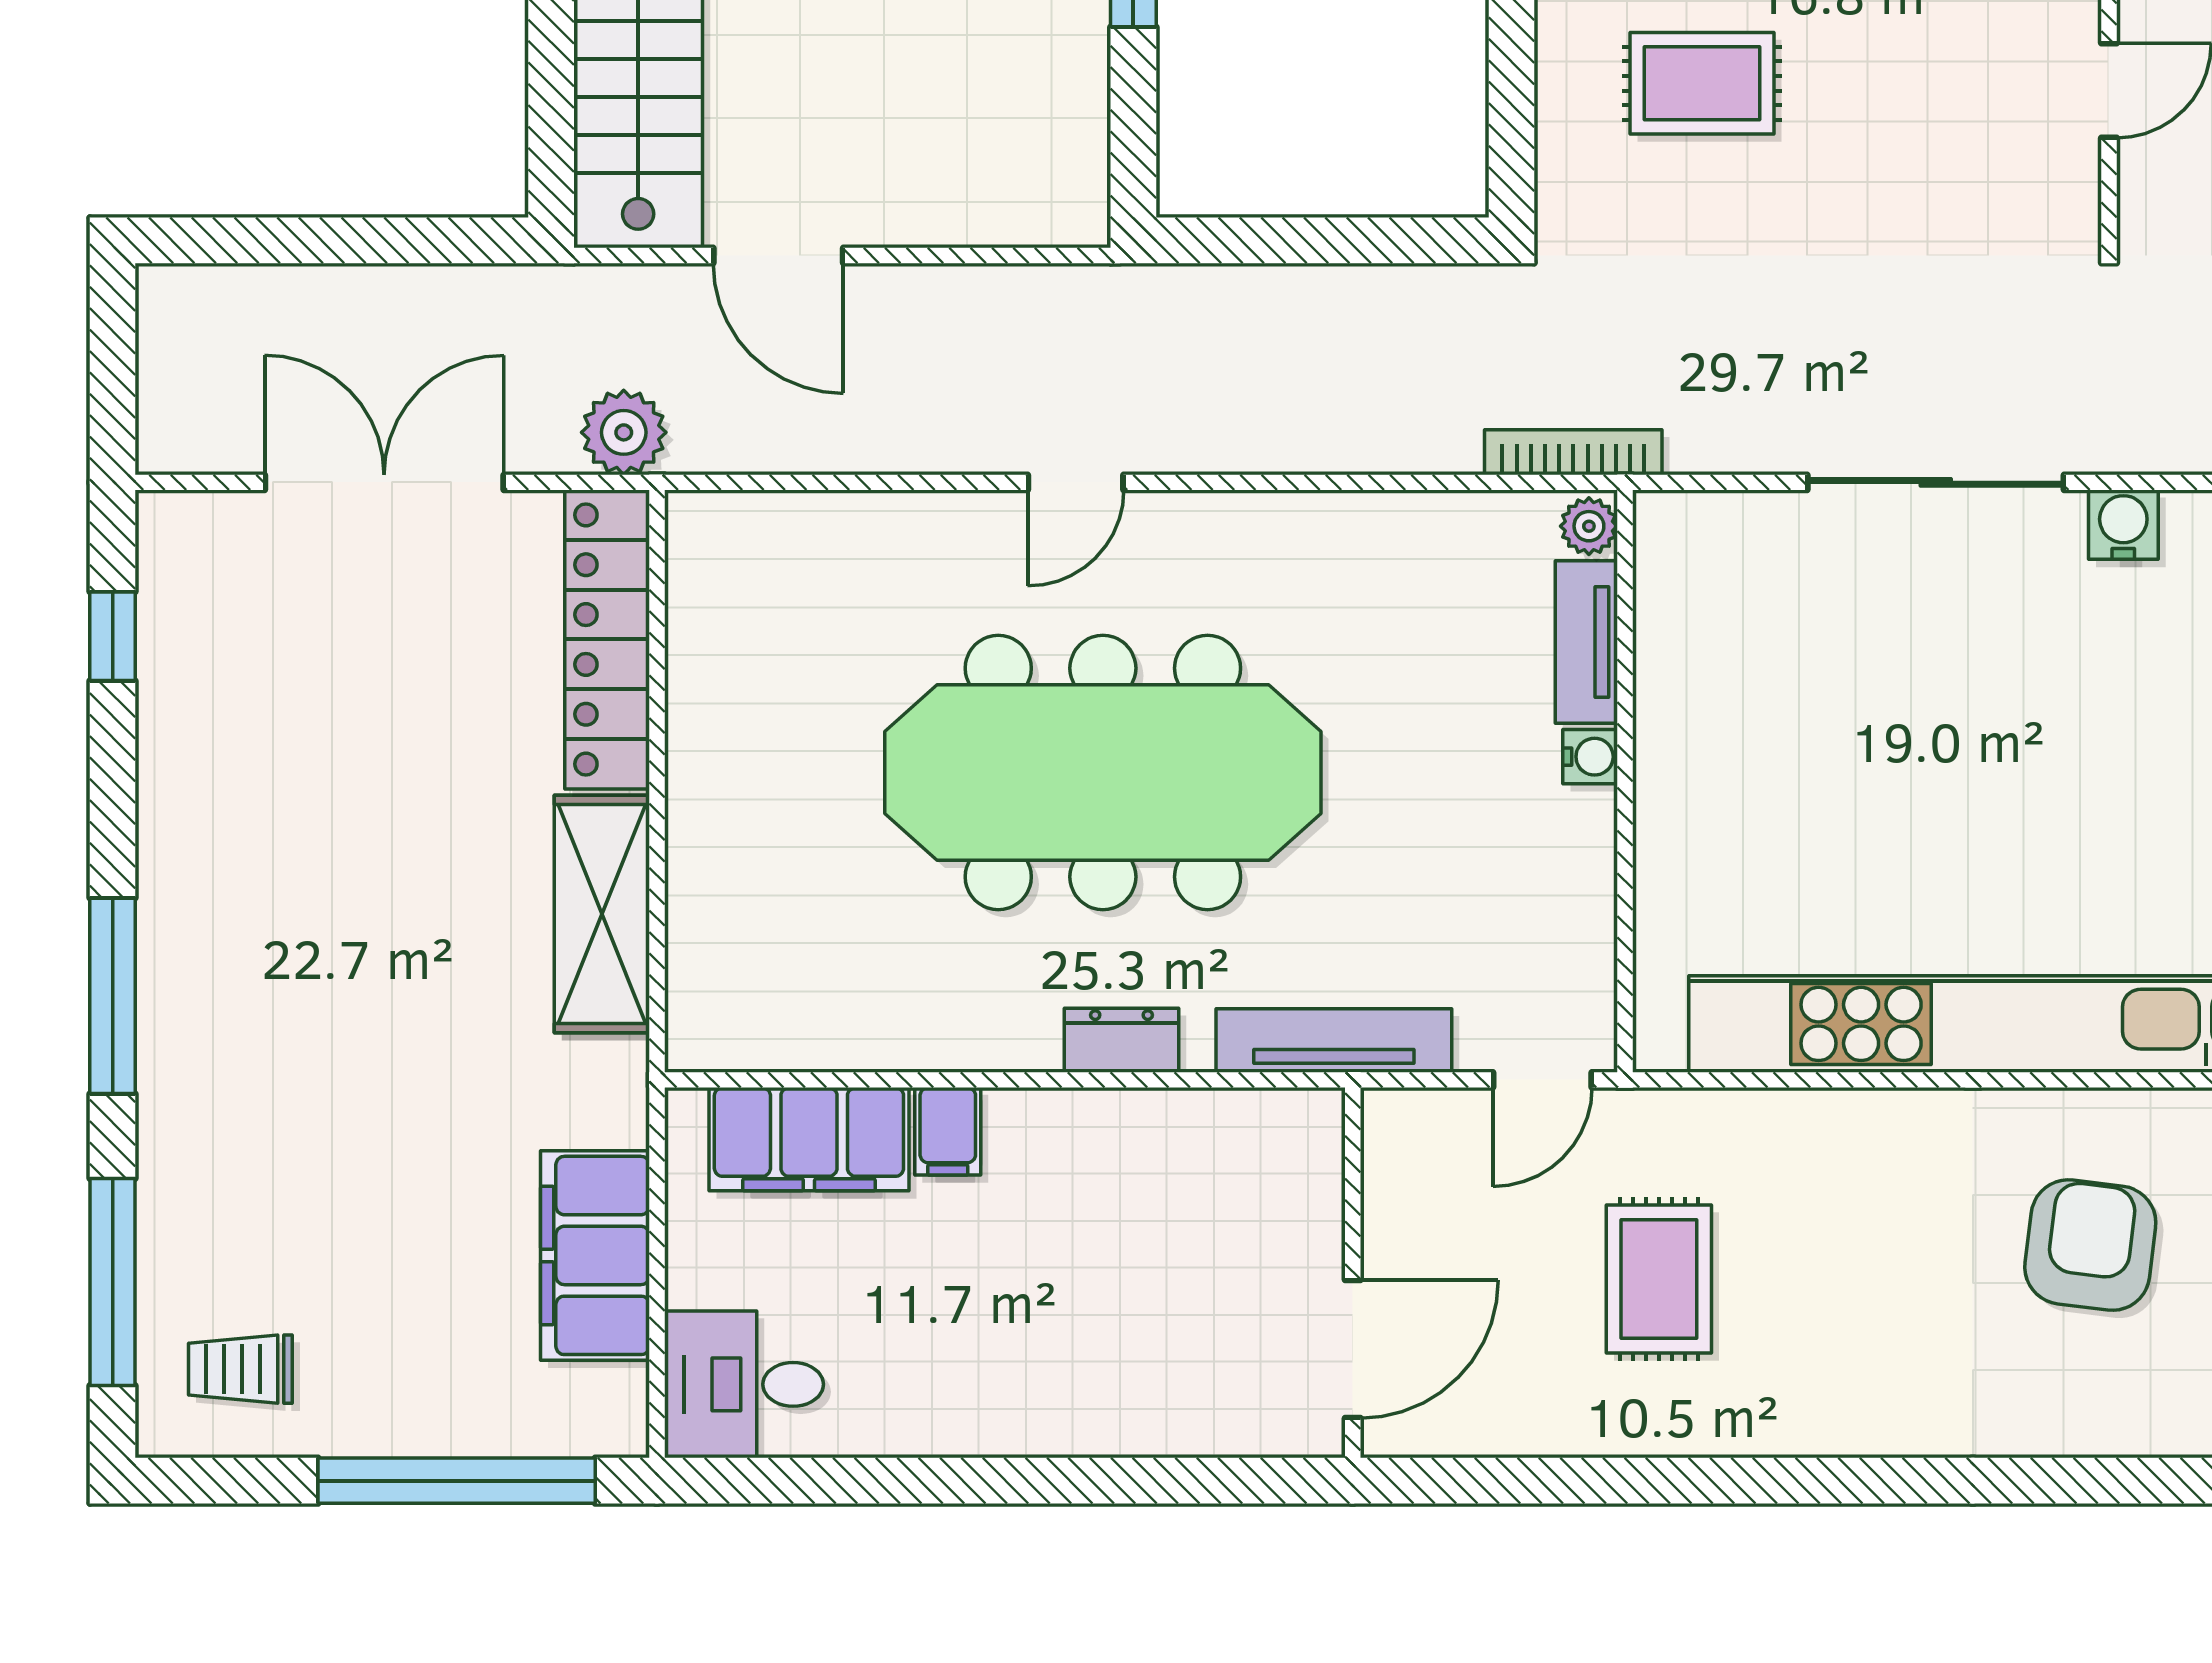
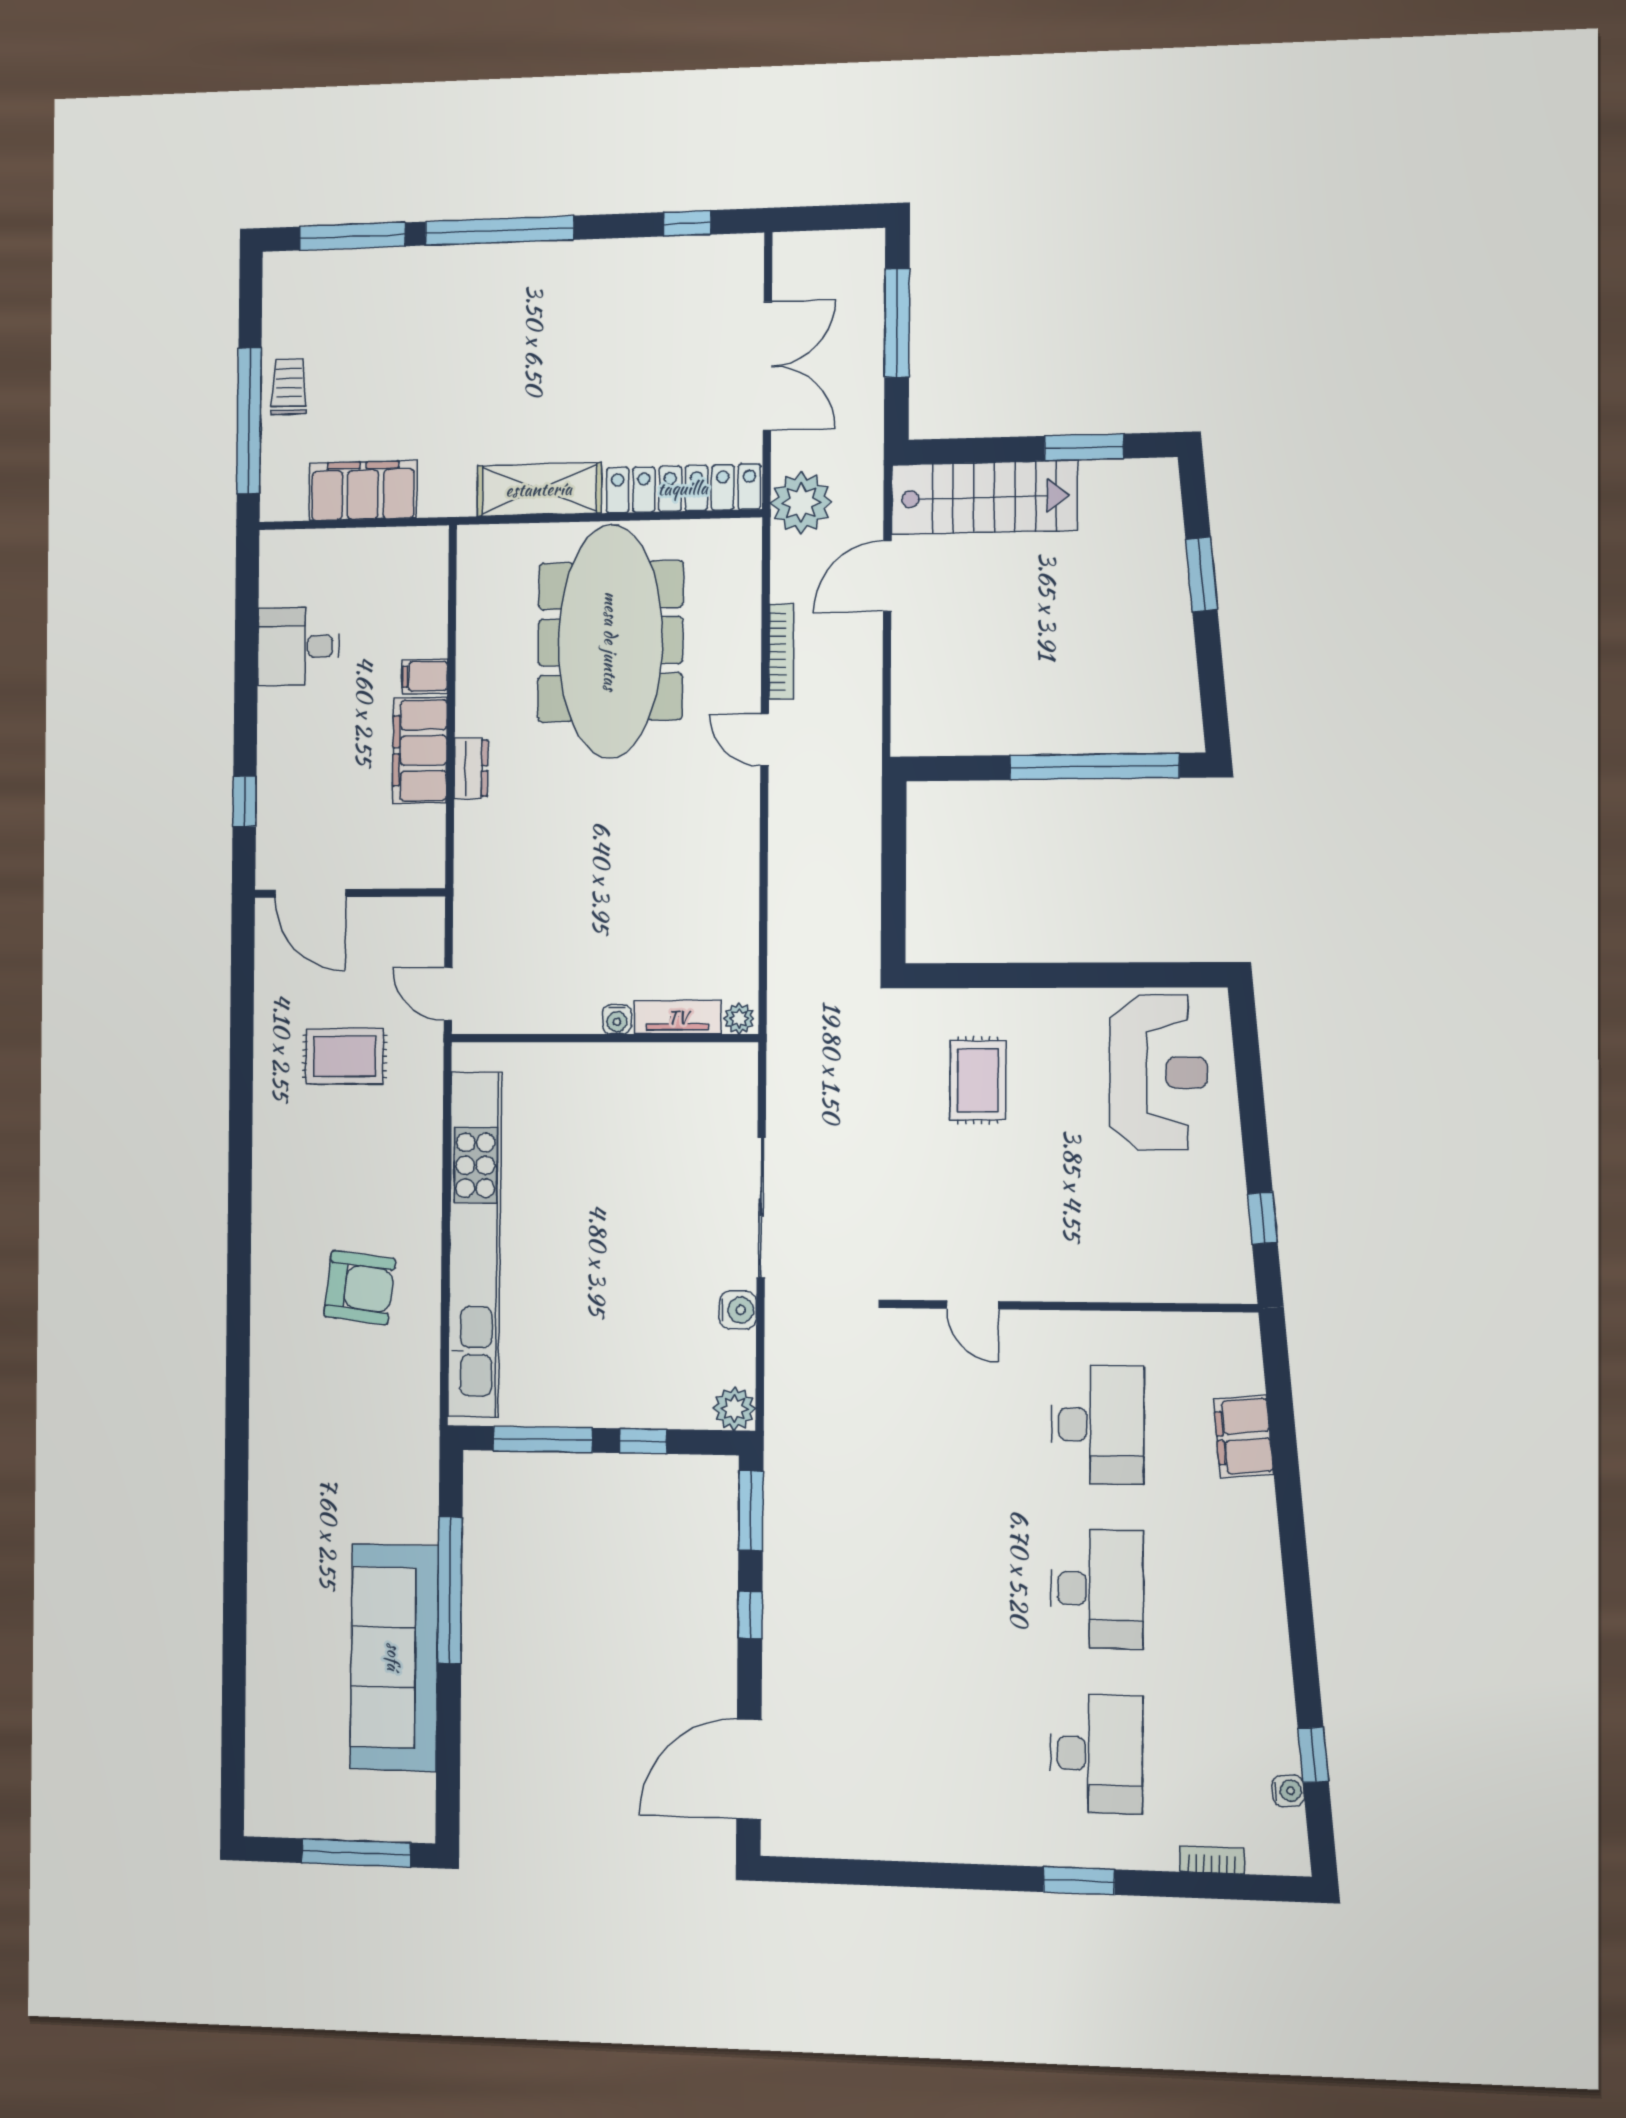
window: (311, 240) -> (897, 323), added
plant: (624, 432) -> (801, 503), width x1.36, depth x1.36
bookcase: (1573, 452) -> (781, 652), moved
meeting table: (1103, 773) -> (611, 641), moved
window: (113, 996) -> (499, 231), width x1.46
tv unit: (1334, 1040) -> (470, 882), removed
filing cabinet: (809, 1139) -> (420, 750), moved
trolley: (240, 1369) -> (289, 387), moved
desk: (744, 1384) -> (298, 646), moved, turned -90
window: (1178, 1481) -> (245, 801), added

